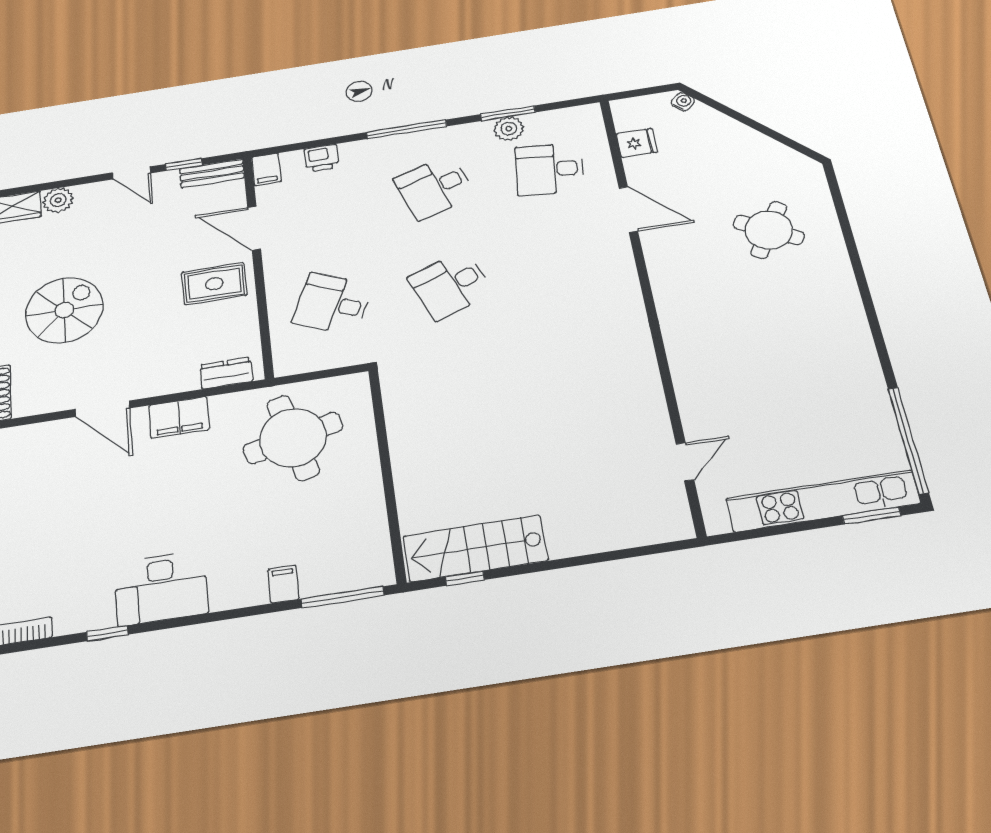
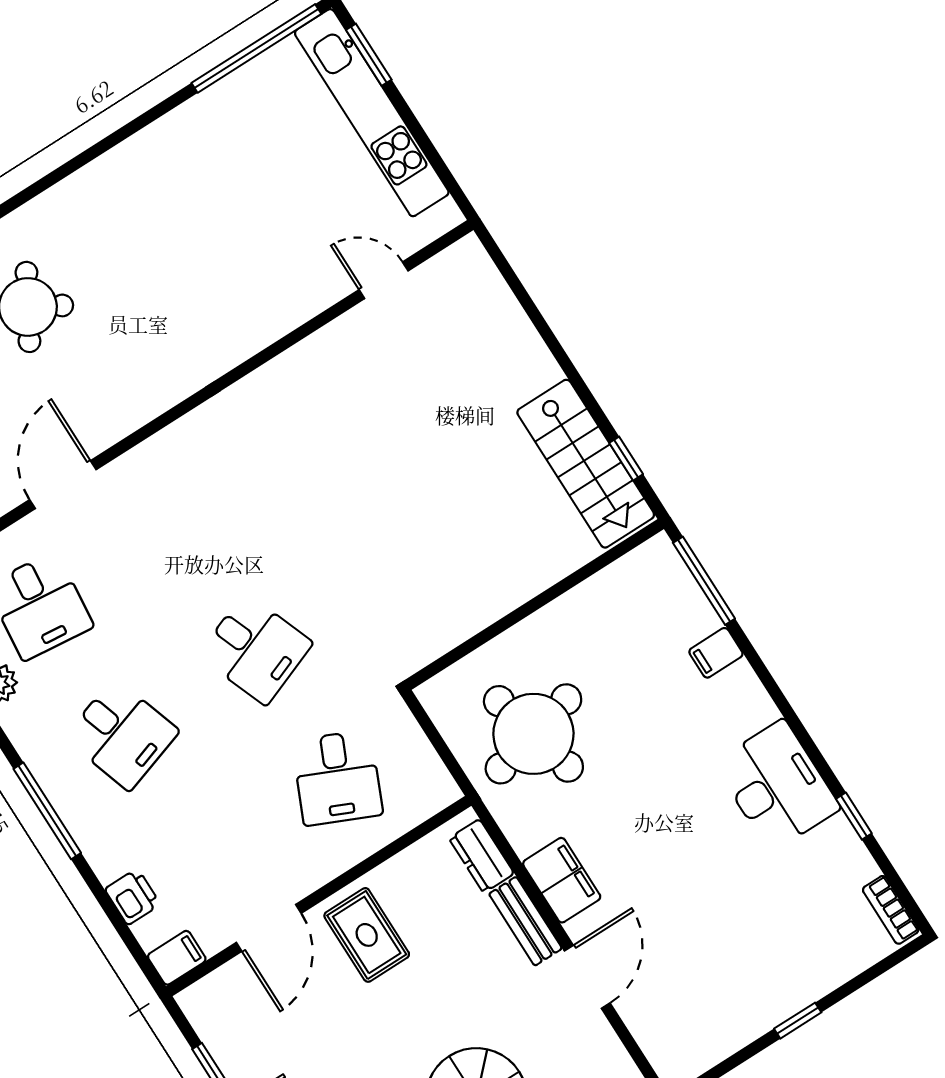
bench: (212, 173) -> (525, 921), moved

